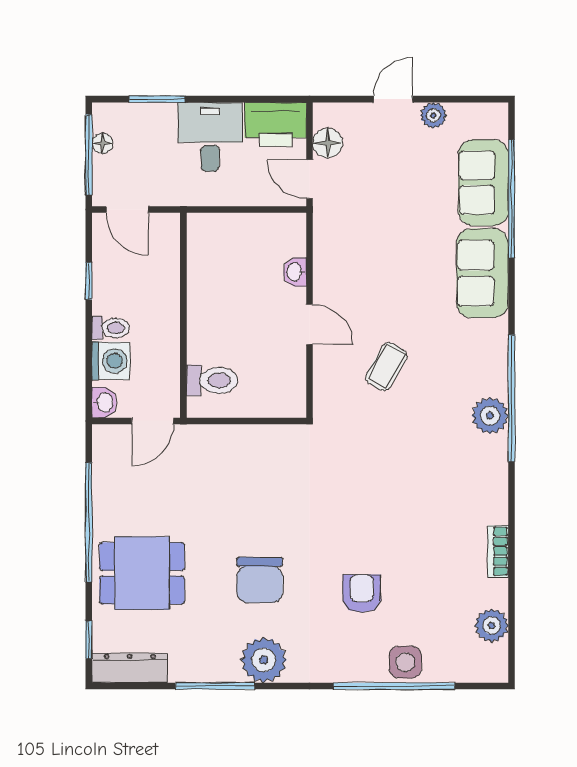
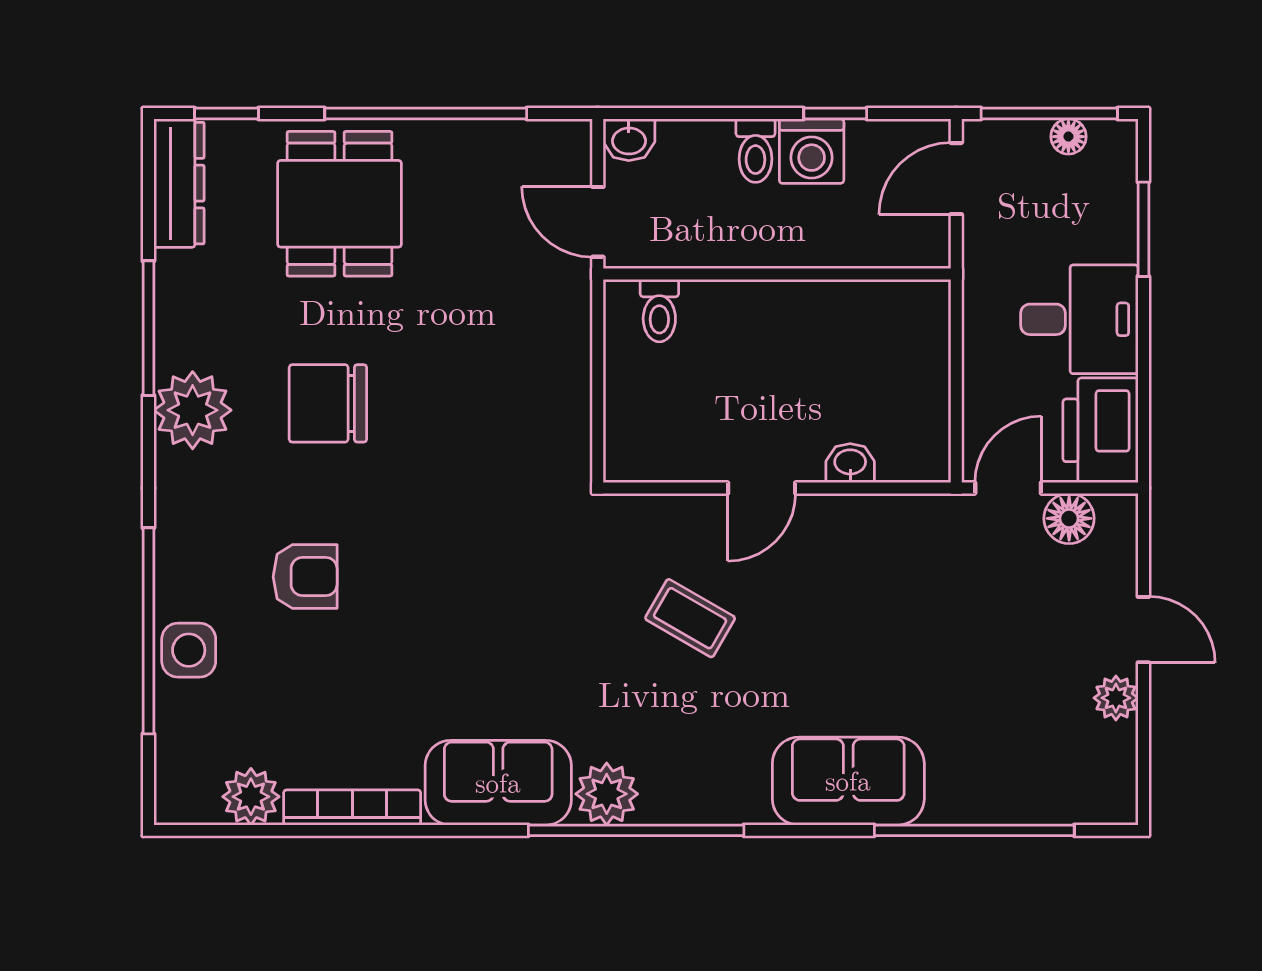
sofa: (483, 183) -> (498, 783), moved
washing machine: (111, 361) -> (812, 151), moved
toilet: (212, 380) -> (659, 311), width x0.73, depth x0.72
bookcase: (498, 551) -> (352, 807), width x1.56

